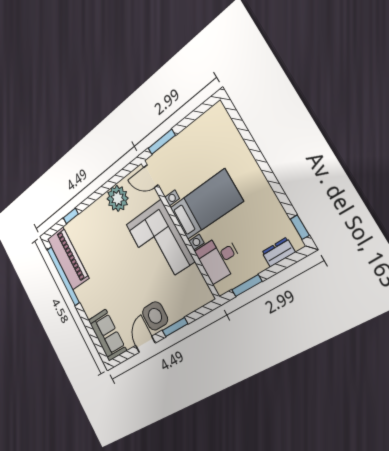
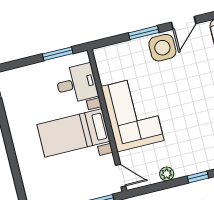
plant: (118, 198) -> (167, 174), width x0.53, depth x0.53
window: (91, 200) -> (198, 177), added
dresser: (278, 252) -> (20, 74), removed

